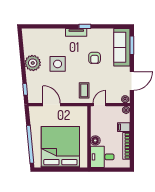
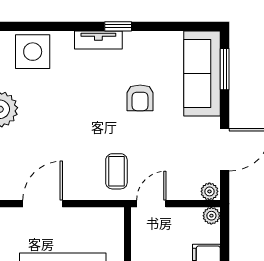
side table: (58, 64) -> (33, 52), moved
door: (52, 105) -> (43, 204), hinge flipped

